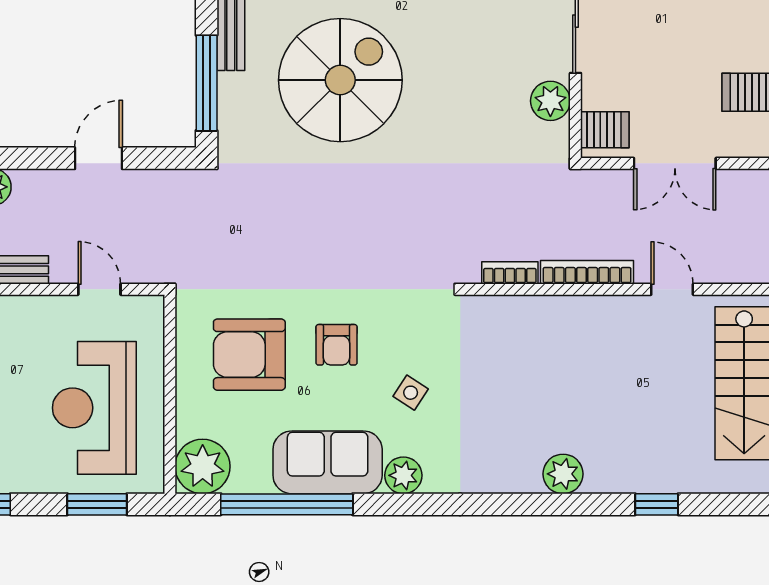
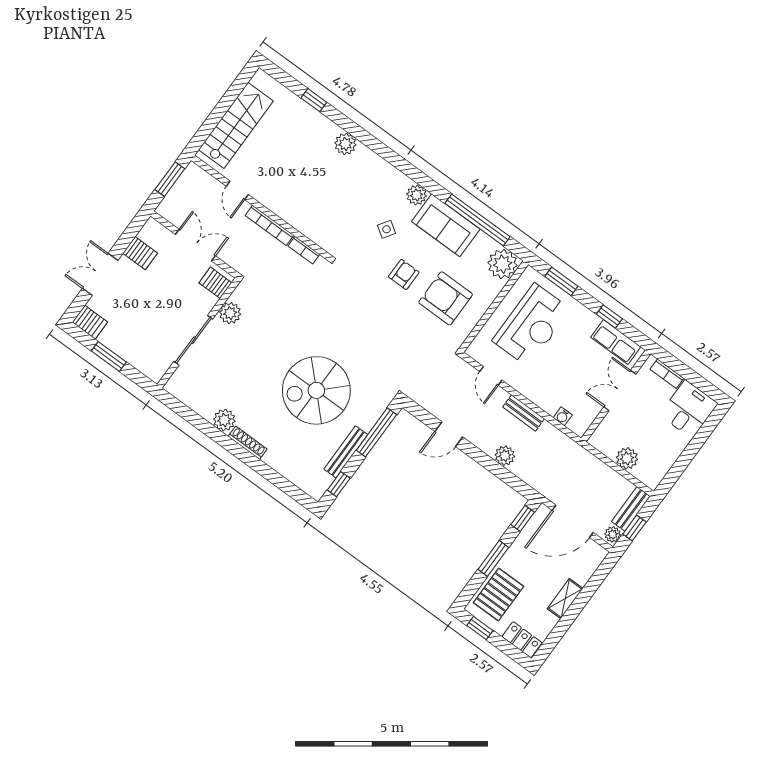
armchair: (249, 355) -> (446, 298), turned 180

